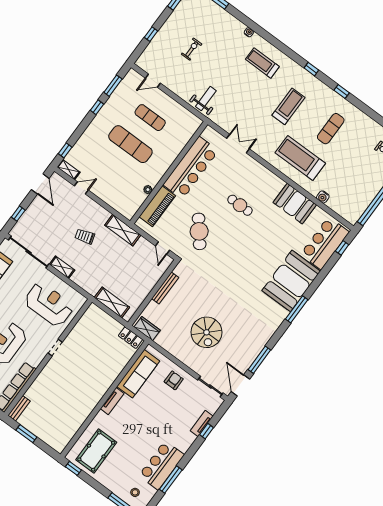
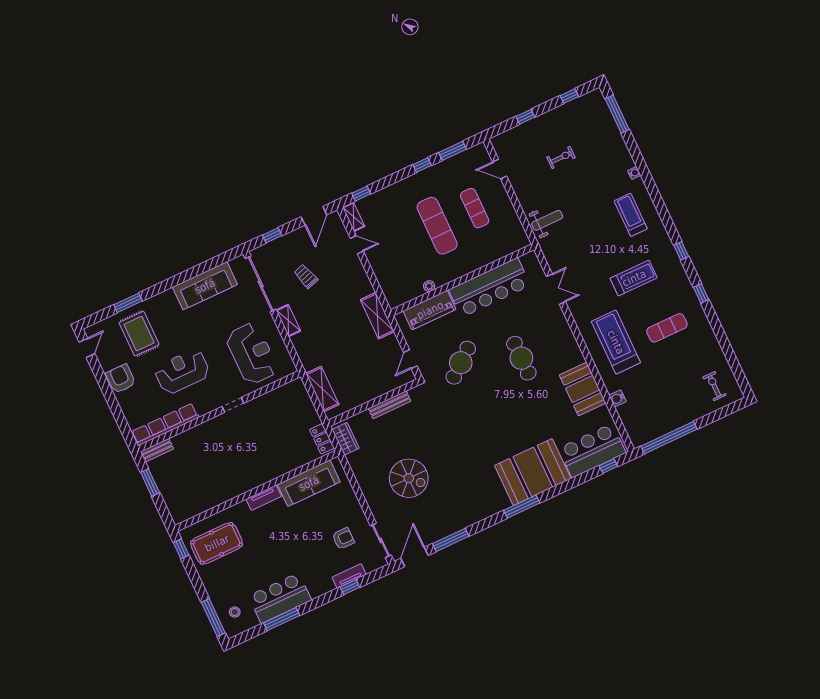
cafe table: (240, 205) -> (521, 358), width x1.37, depth x1.35
trolley: (85, 236) -> (306, 276), moved
spiral stairs: (206, 332) -> (409, 478), turned -90
armchair: (174, 380) -> (343, 538), moved

